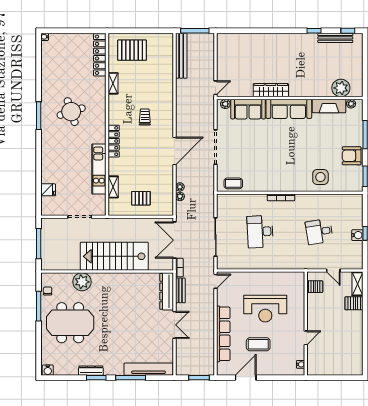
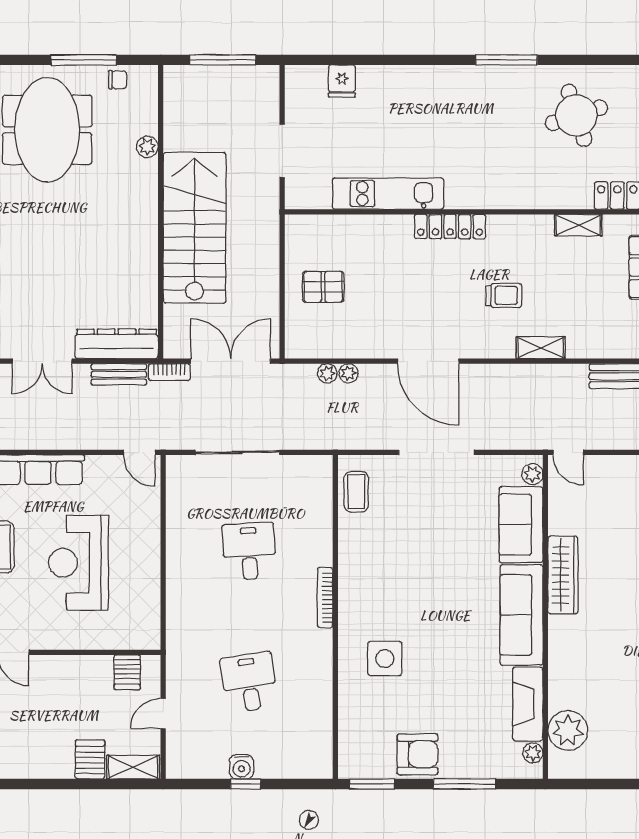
round table: (71, 112) -> (576, 115), moved
armchair: (352, 156) -> (417, 754), turned 90
side table: (320, 177) -> (385, 659), moved
shelving: (113, 187) -> (541, 348), moved
pallet: (141, 198) -> (323, 287), turned 90
desk: (260, 232) -> (249, 551), width x0.73
plant: (82, 282) -> (147, 147), width x0.53, depth x0.53

